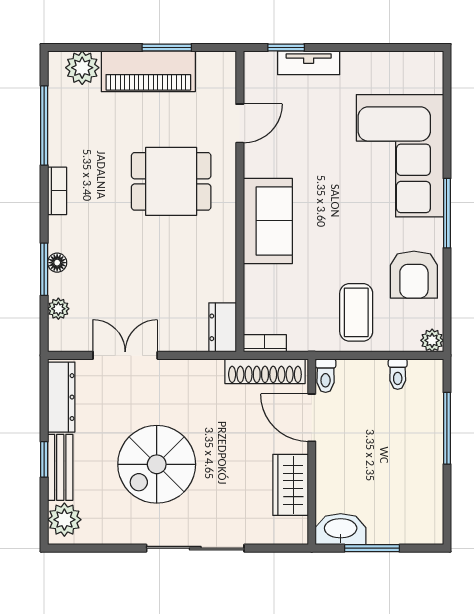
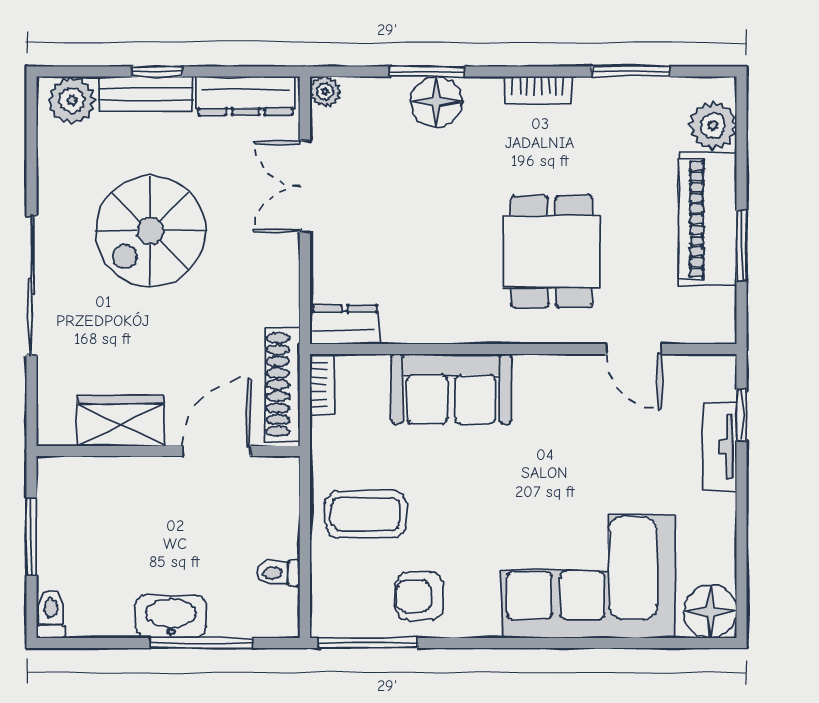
floor lamp: (425, 70) -> (710, 612), added
window: (44, 126) -> (631, 71), width x0.69
window: (447, 213) -> (368, 643), moved
sofa: (268, 221) -> (451, 389), moved
floor lamp: (57, 263) -> (436, 102), width x1.89, depth x1.89
armchair: (414, 275) -> (419, 596), width x0.72, depth x0.72
plant: (58, 309) -> (325, 92), moved
plant: (432, 340) -> (326, 622), removed
double door: (125, 355) -> (305, 186), swing flipped
toilet: (326, 376) -> (51, 614), moved, turned 90
spiral stairs: (157, 464) -> (150, 231), turned -90
washbasin: (341, 529) -> (171, 616), moved, turned -90

